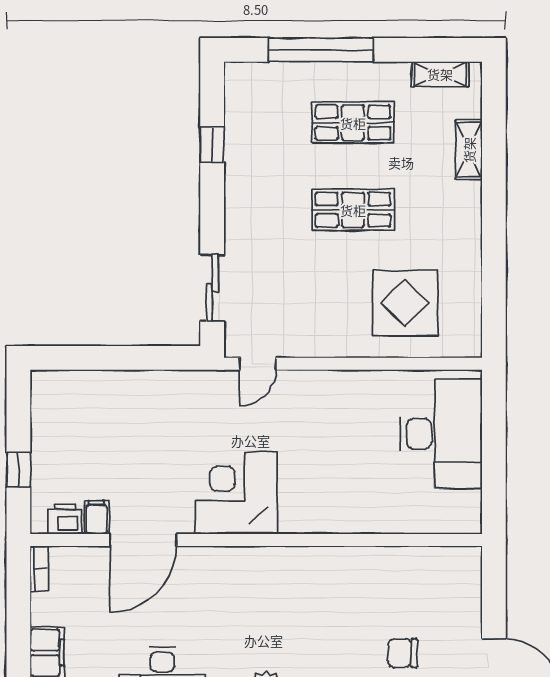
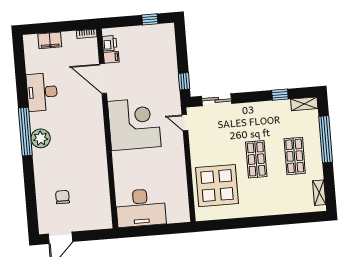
shelving: (469, 150) -> (304, 104), moved
display table: (405, 303) -> (217, 186), width x1.36, depth x1.36
window: (164, 358) -> (184, 81), added
desk: (441, 434) -> (141, 208), moved
window: (18, 470) -> (150, 19), moved
corner desk: (236, 493) -> (134, 124), width x1.36, depth x1.36

